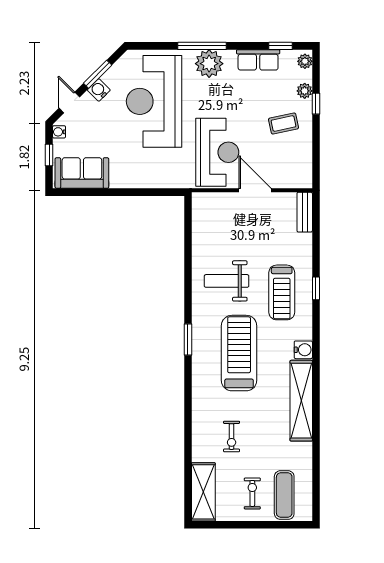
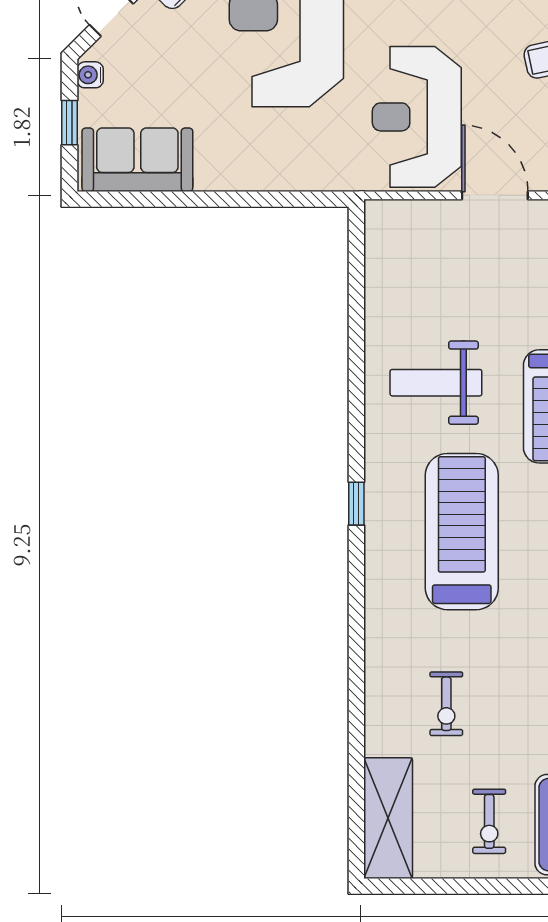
reception desk: (217, 152) -> (417, 117), turned 180
window: (188, 340) -> (356, 504), width x0.67
exercise bike: (252, 493) -> (489, 821), turned 180

